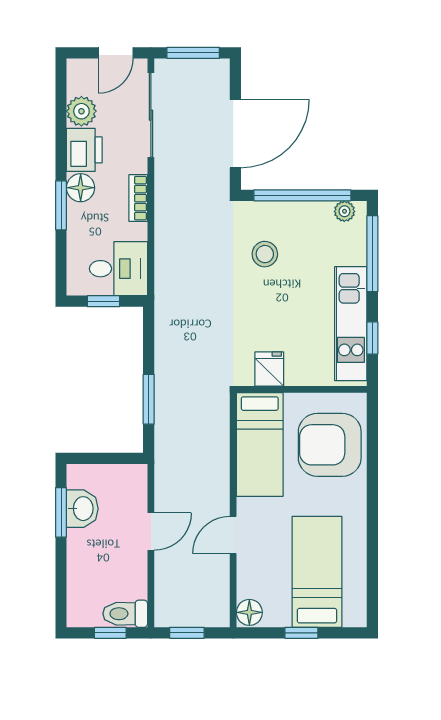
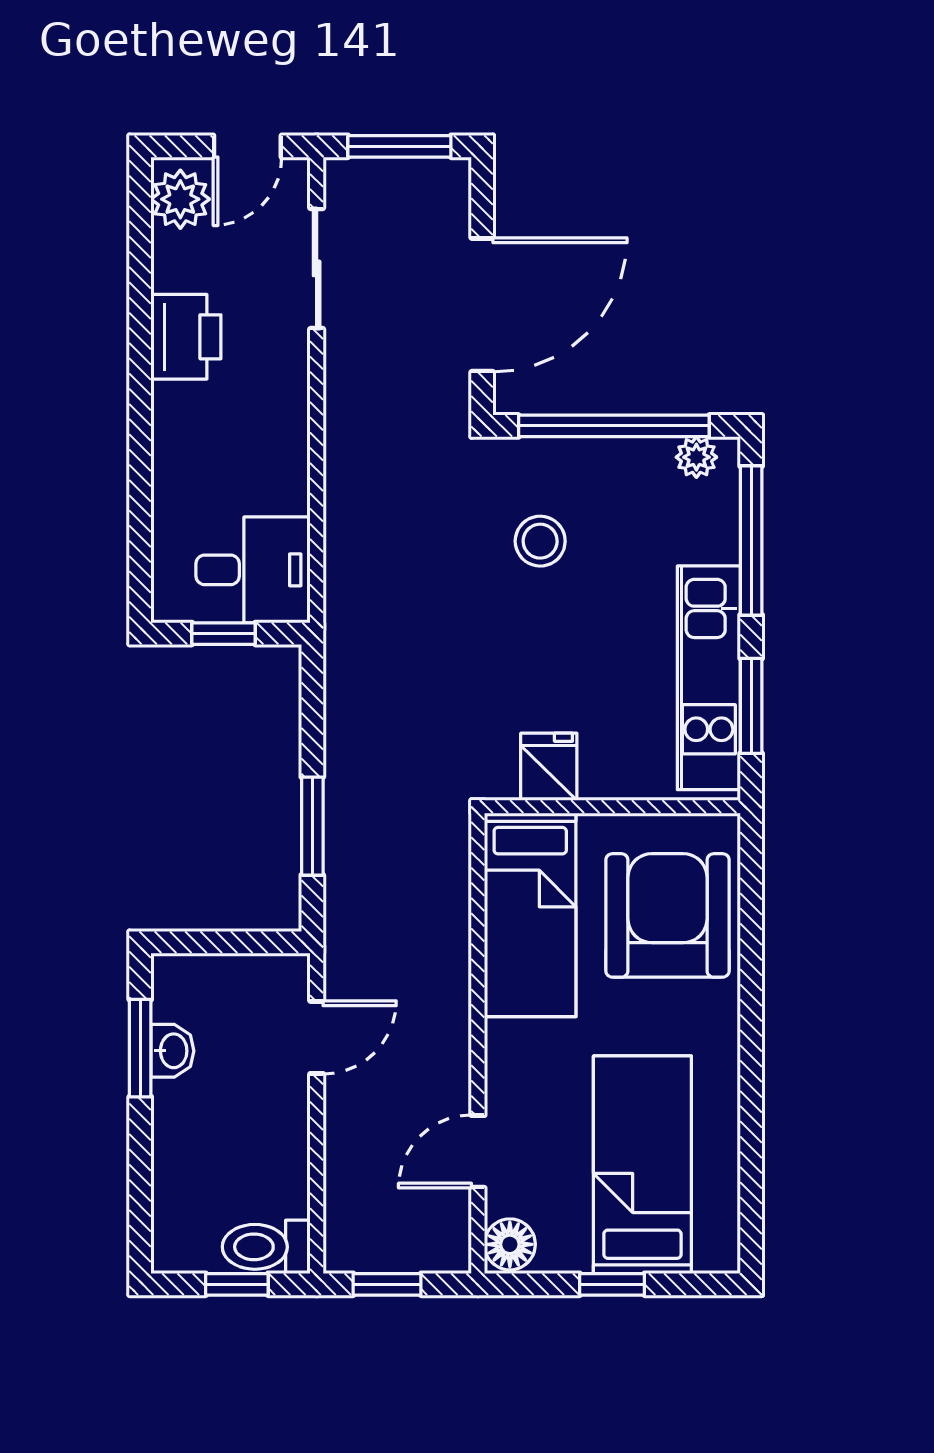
plant: (81, 111) -> (180, 199), moved
sliding door: (151, 115) -> (317, 268), width x0.73
floor lamp: (81, 188) -> (178, 411), removed
bookcase: (138, 198) -> (292, 431), removed
window: (61, 205) -> (140, 446), removed
window: (372, 338) -> (751, 706), width x1.50
armchair: (330, 445) -> (668, 915), turned 90
washbasin: (82, 509) -> (172, 1051), width x0.72, depth x0.69
door: (151, 532) -> (317, 1037), moved
door: (233, 535) -> (478, 1151), moved

